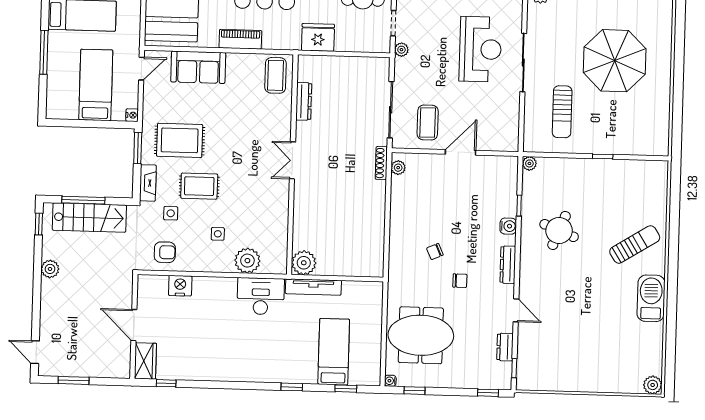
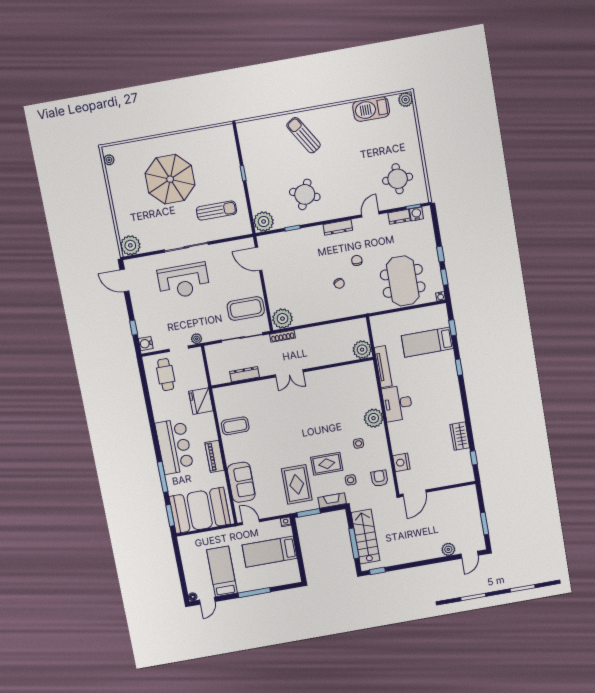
reception desk: (480, 49) -> (184, 281), turned 180
dresser: (304, 101) -> (245, 374), moved
coffee table: (428, 122) -> (246, 308), width x1.36, depth x1.32
door: (461, 152) -> (259, 259), moved
double door: (292, 160) -> (289, 373), moved
plant: (529, 163) -> (264, 222), width x1.87, depth x1.87
wall: (292, 165) -> (292, 373), moved
plant: (398, 168) -> (282, 319), width x1.87, depth x1.87
rug: (199, 186) -> (327, 464), turned 90
water cooler: (508, 226) -> (416, 214), moved
plant: (304, 263) -> (362, 350), moved
plant: (50, 269) -> (448, 549), moved
barbecue: (651, 298) -> (371, 109), moved
door: (134, 325) -> (414, 493), moved
round table: (554, 355) -> (398, 179), added
wardrobe: (145, 361) -> (460, 436), moved, turned -90
window: (488, 393) -> (441, 254), moved

